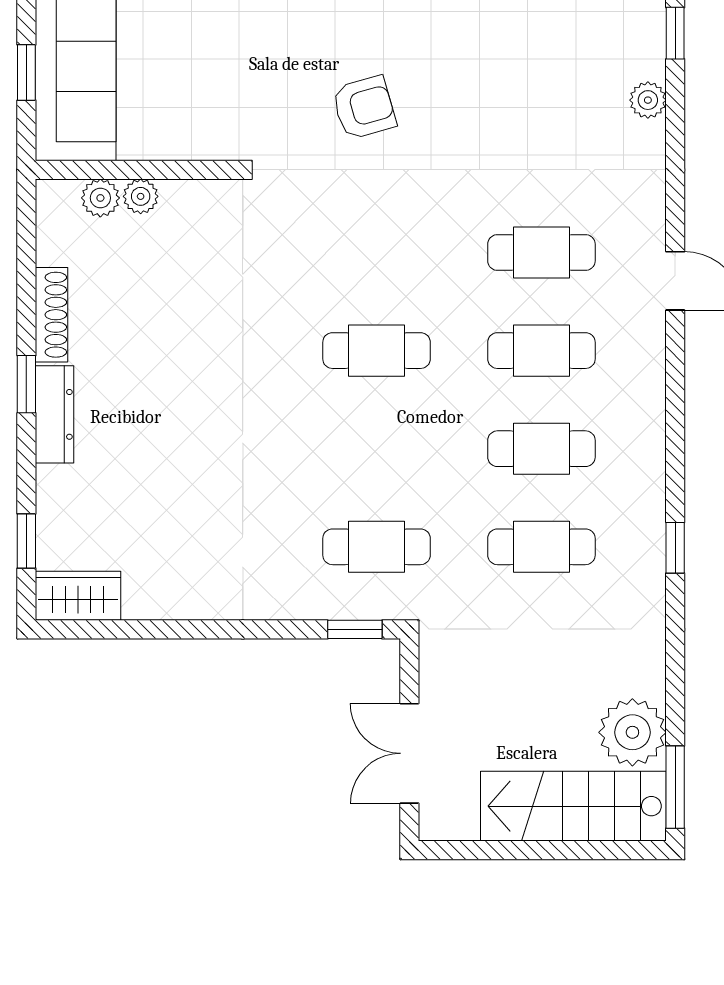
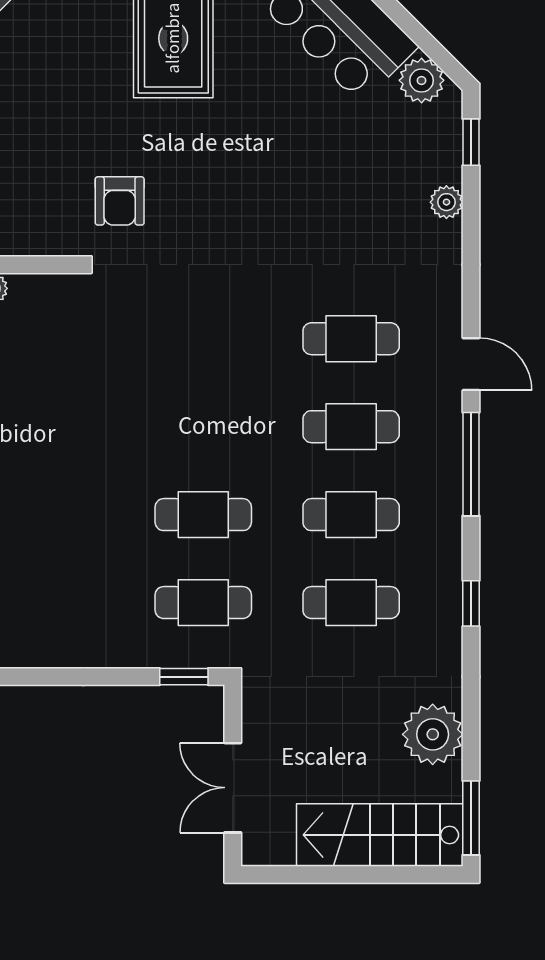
armchair: (364, 108) -> (120, 201), moved, turned 106
cafe table: (377, 351) -> (203, 515), moved
window: (675, 392) -> (471, 464), added
plant: (632, 732) -> (433, 734), moved

